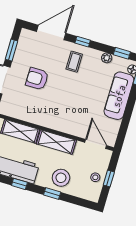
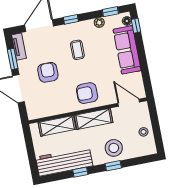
tv unit: (23, 42) -> (19, 47), added
coffee table: (74, 62) -> (77, 50), moved
armchair: (37, 79) -> (48, 72), turned 90
armchair: (63, 116) -> (87, 93), added
window: (109, 179) -> (156, 127), removed

